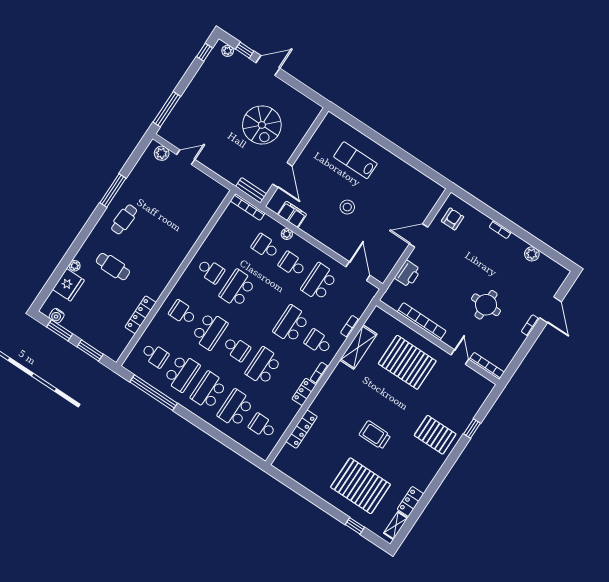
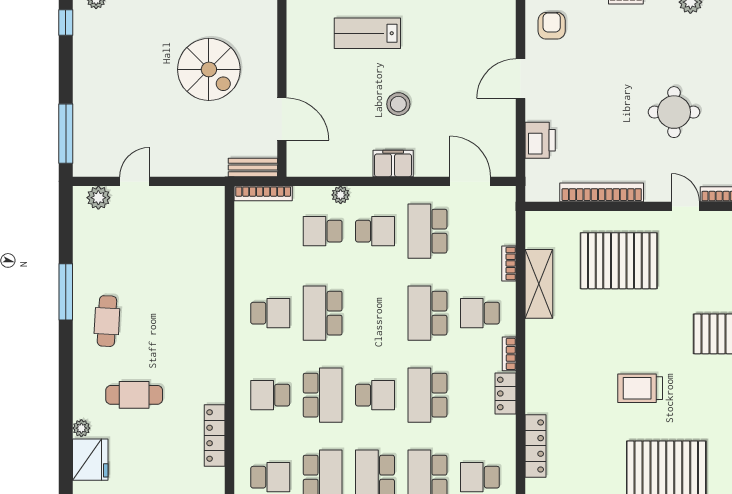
filing cabinet: (292, 214) -> (393, 163), moved
school desk: (292, 264) -> (375, 231), turned 180

